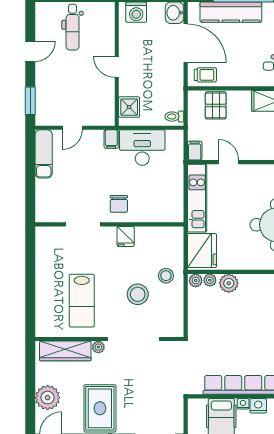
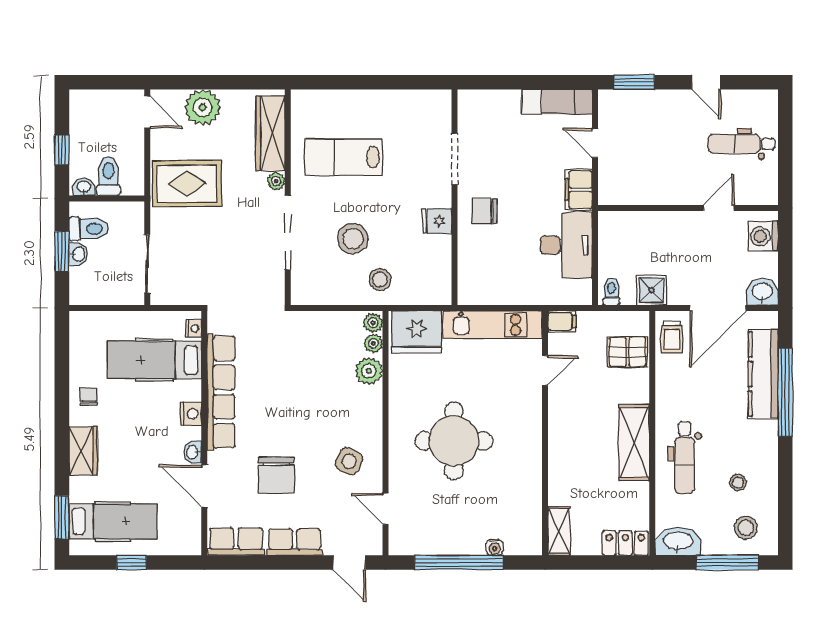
door: (117, 67) -> (719, 208), moved
shower: (129, 107) -> (651, 290), moved
filing cabinet: (111, 139) -> (579, 190), width x2.00
nightstand: (243, 404) -> (194, 328), moved

